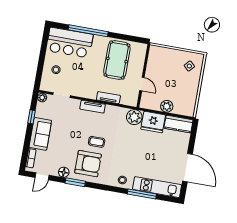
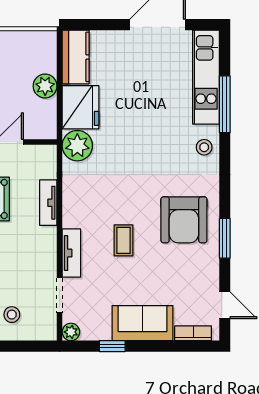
tv unit: (93, 107) -> (71, 253), moved
coffee table: (97, 142) -> (123, 240), moved
armchair: (88, 164) -> (184, 220), turned 180
floor lamp: (64, 172) -> (209, 264), removed

